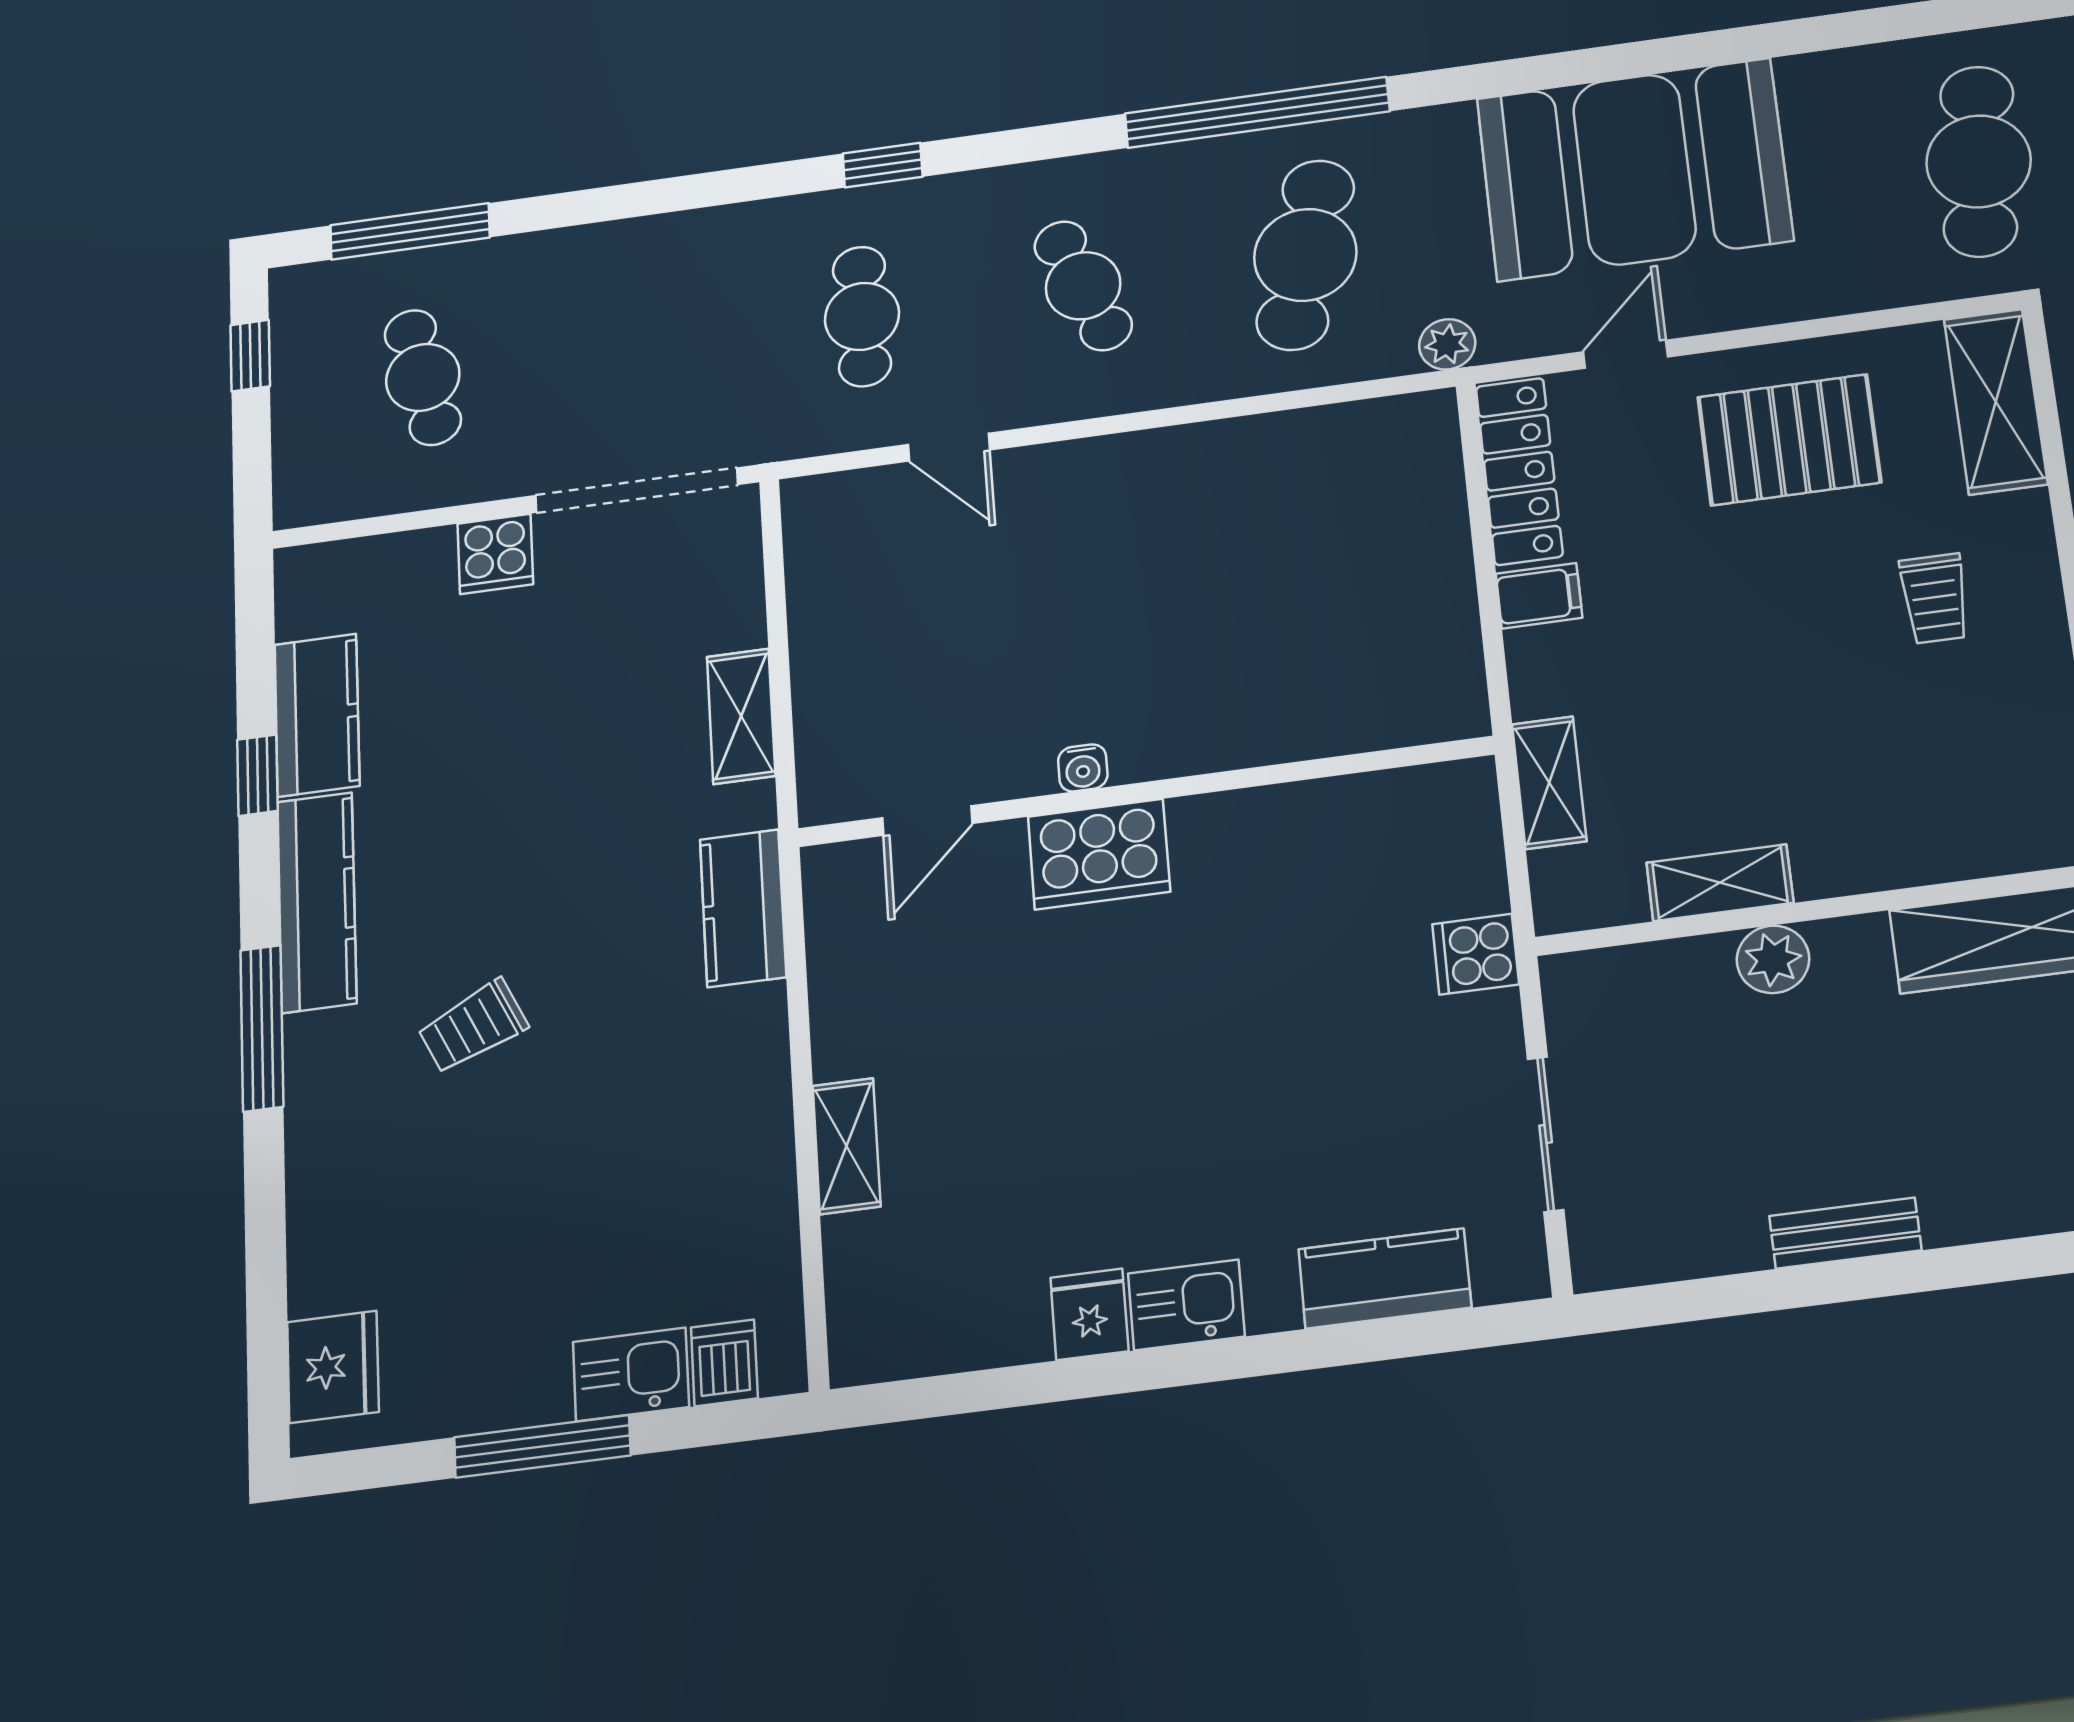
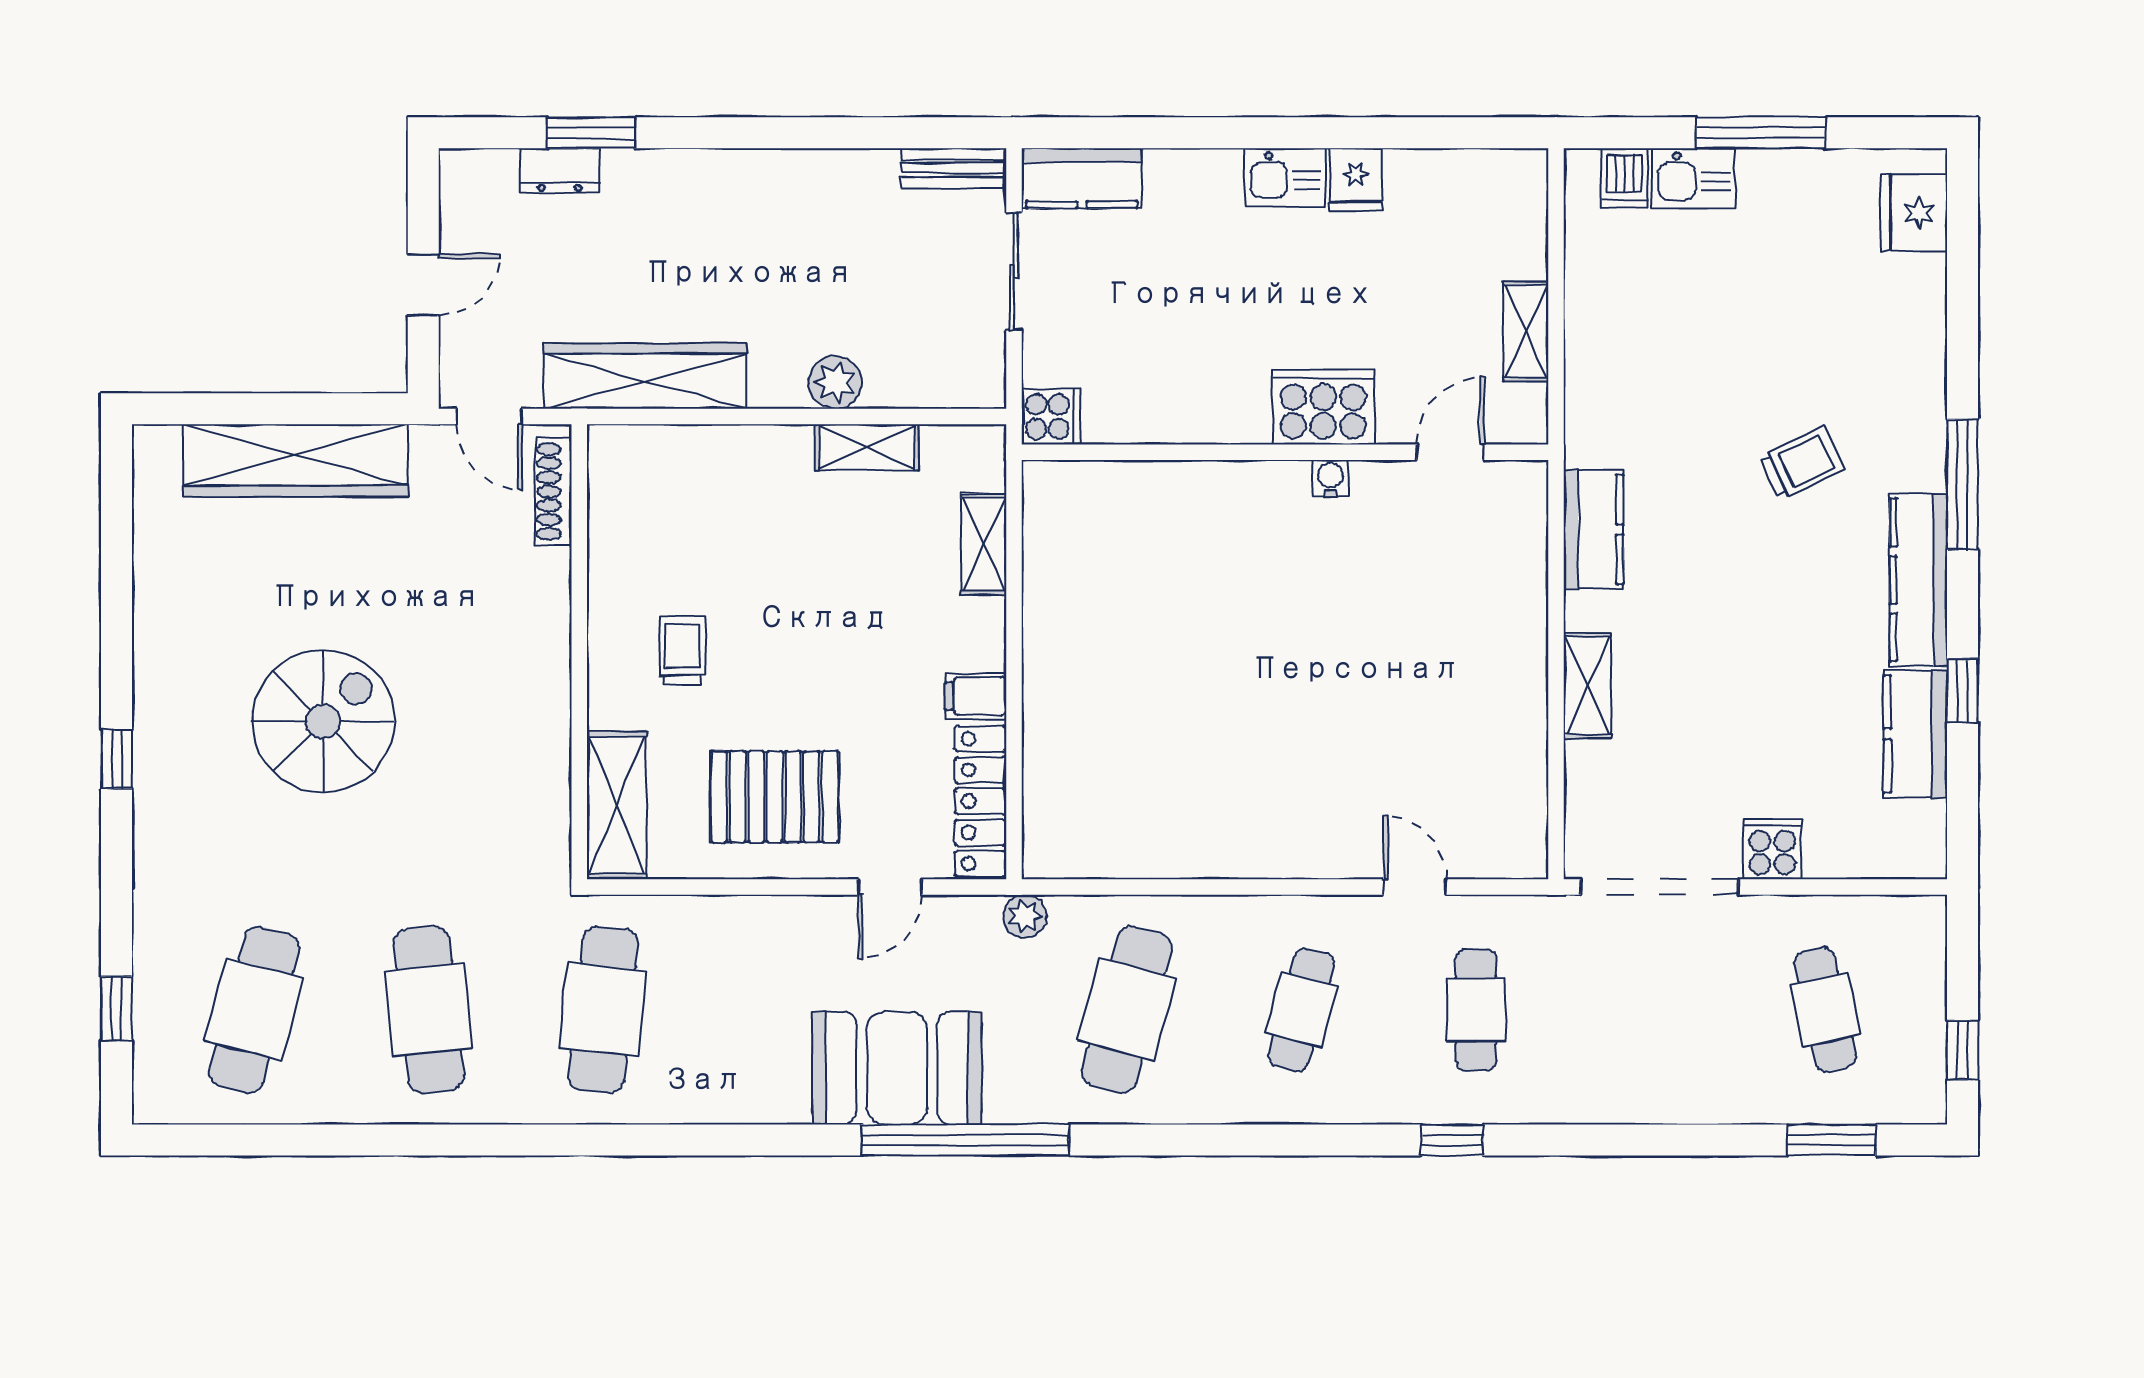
window: (1257, 112) -> (965, 1140), moved
booth: (1634, 169) -> (897, 1068), width x0.73, depth x0.70
window: (410, 231) -> (1832, 1140), width x0.69
cafe table: (1083, 286) -> (1301, 1010), turned 36
water cooler: (1083, 768) -> (1330, 478), moved
wall: (1145, 792) -> (1285, 452), moved
door: (927, 821) -> (1450, 452), moved
cooker: (1099, 854) -> (1323, 407), moved
bench: (1845, 1233) -> (954, 168), moved
kitchen counter: (1385, 1278) -> (1082, 178), moved

